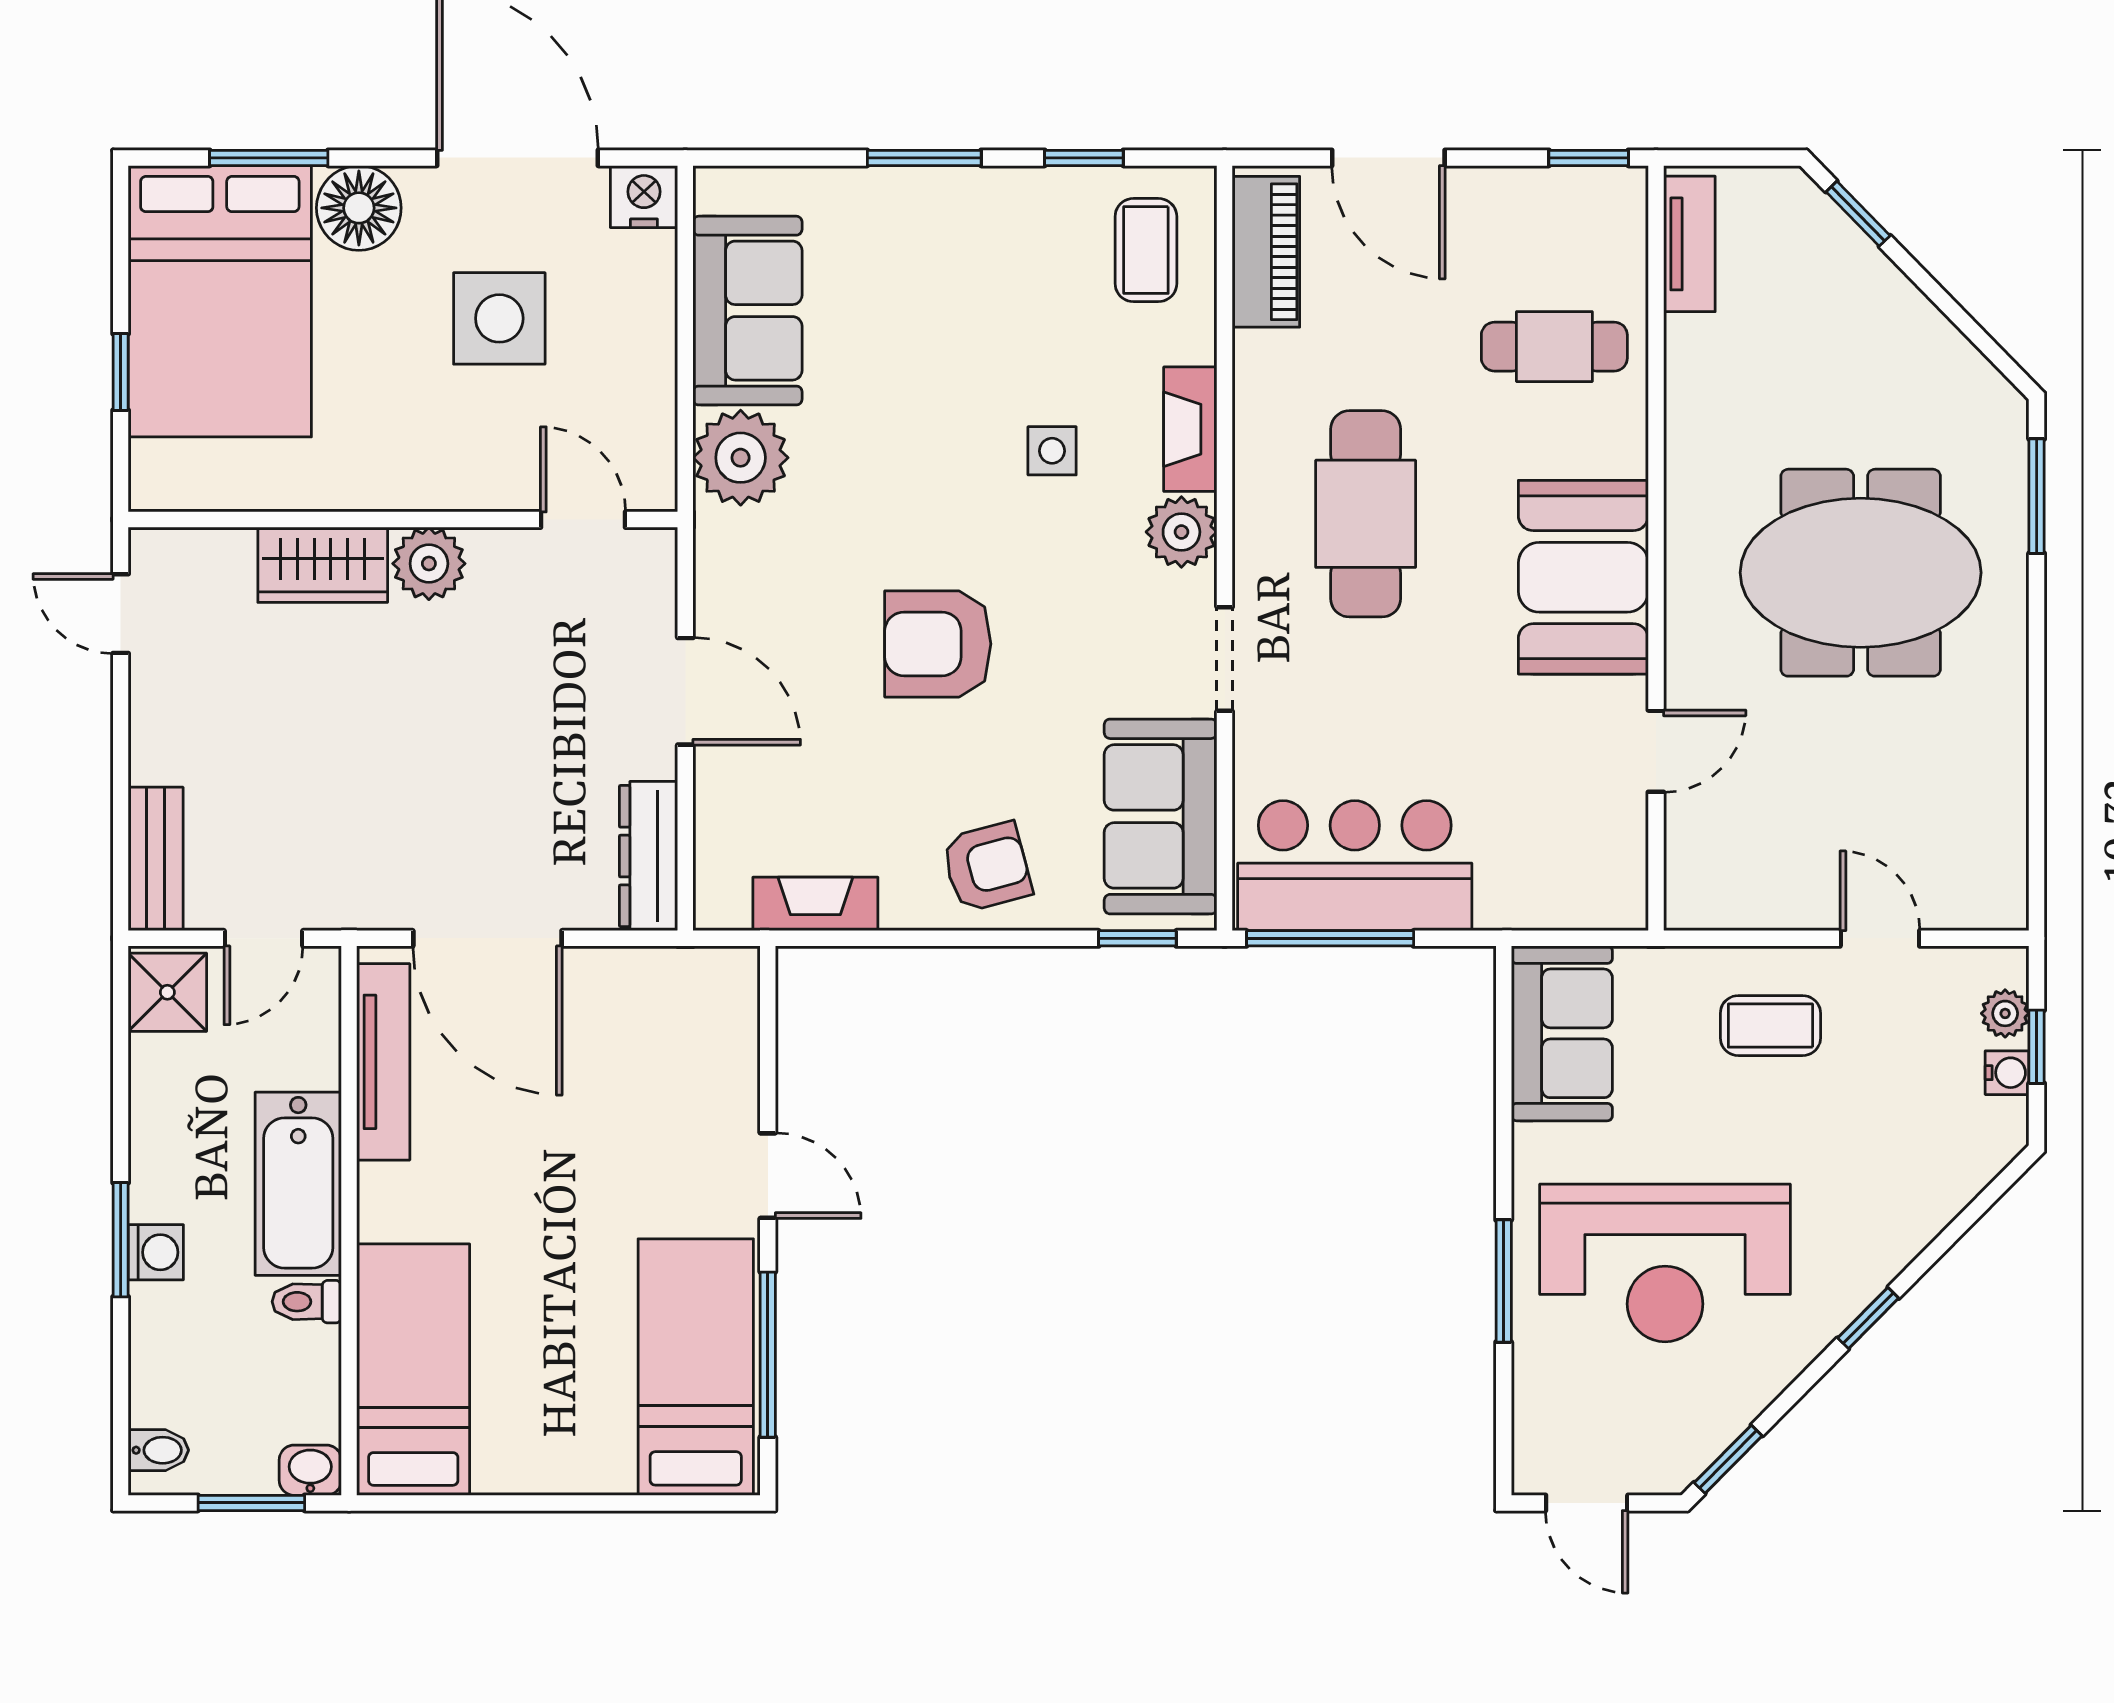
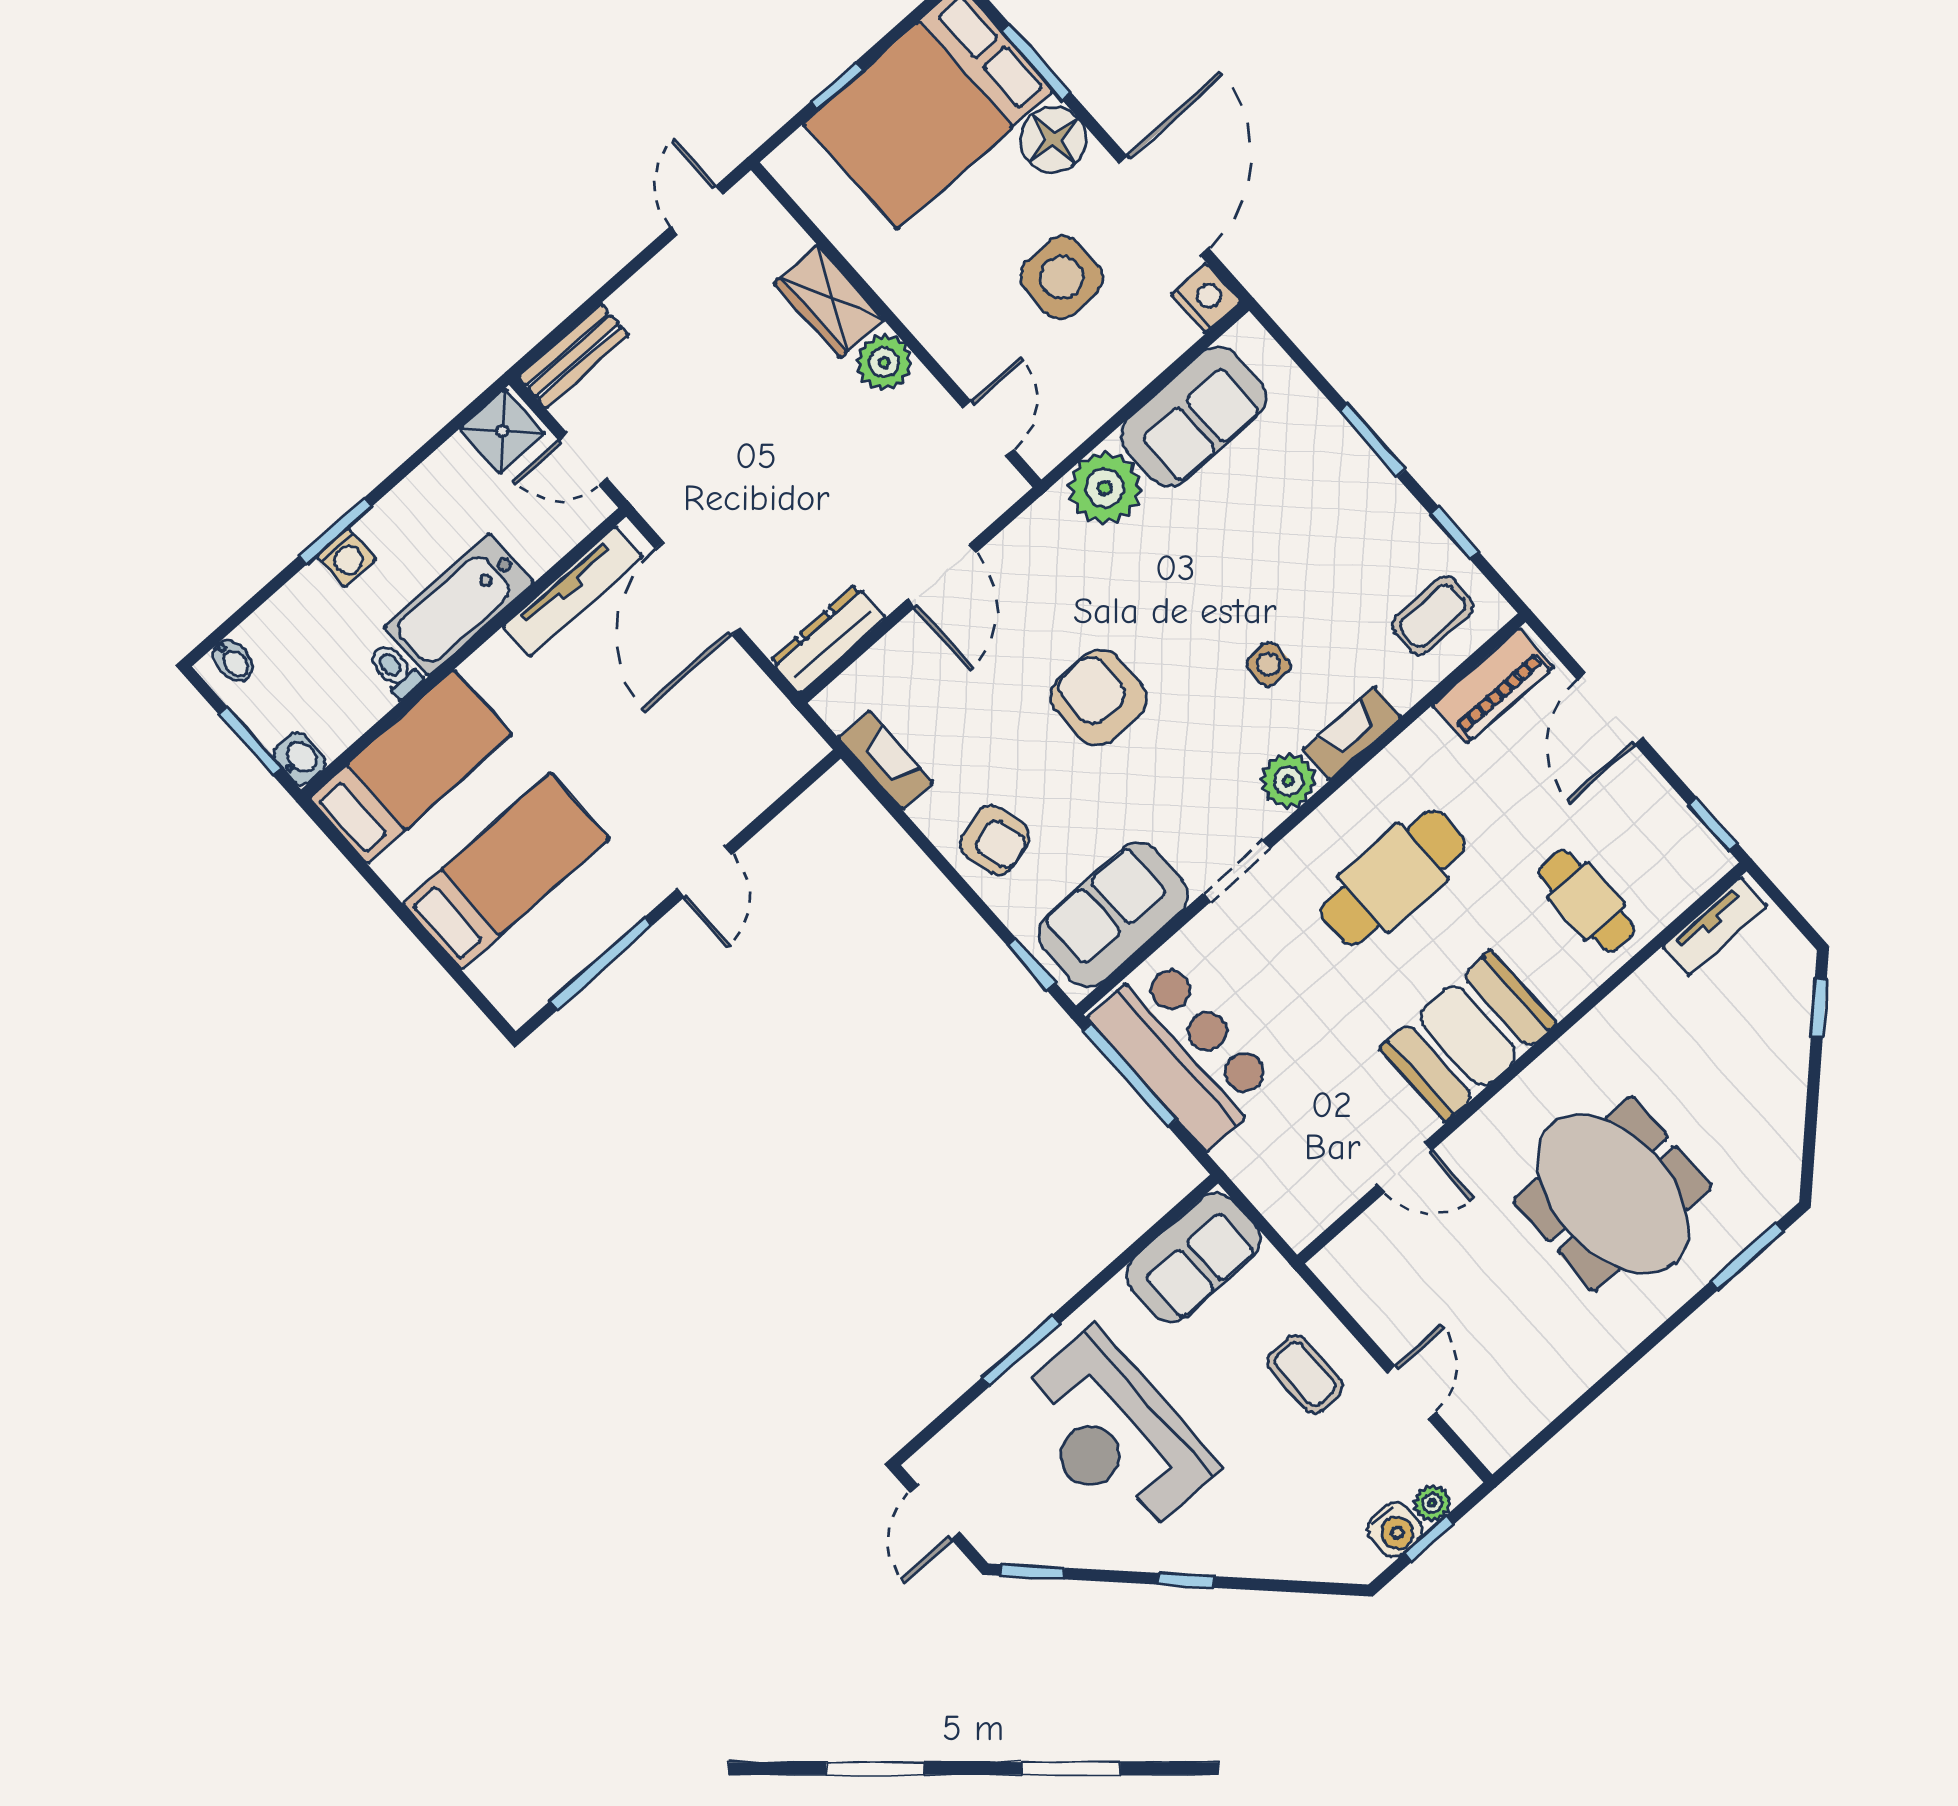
water cooler: (2007, 1073) -> (1395, 1530), width x1.38, depth x1.38
bed: (696, 1367) -> (506, 871), moved

